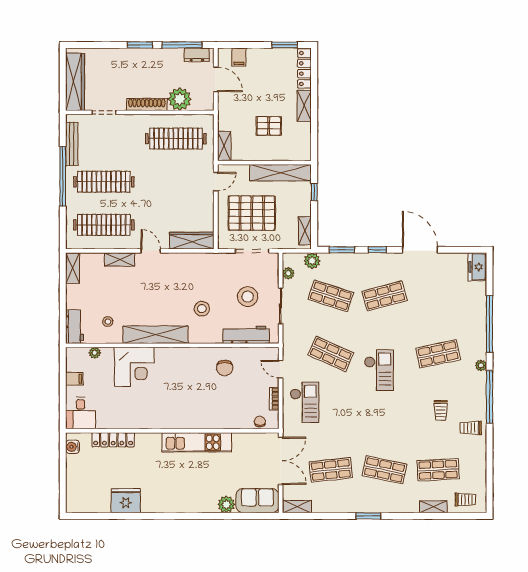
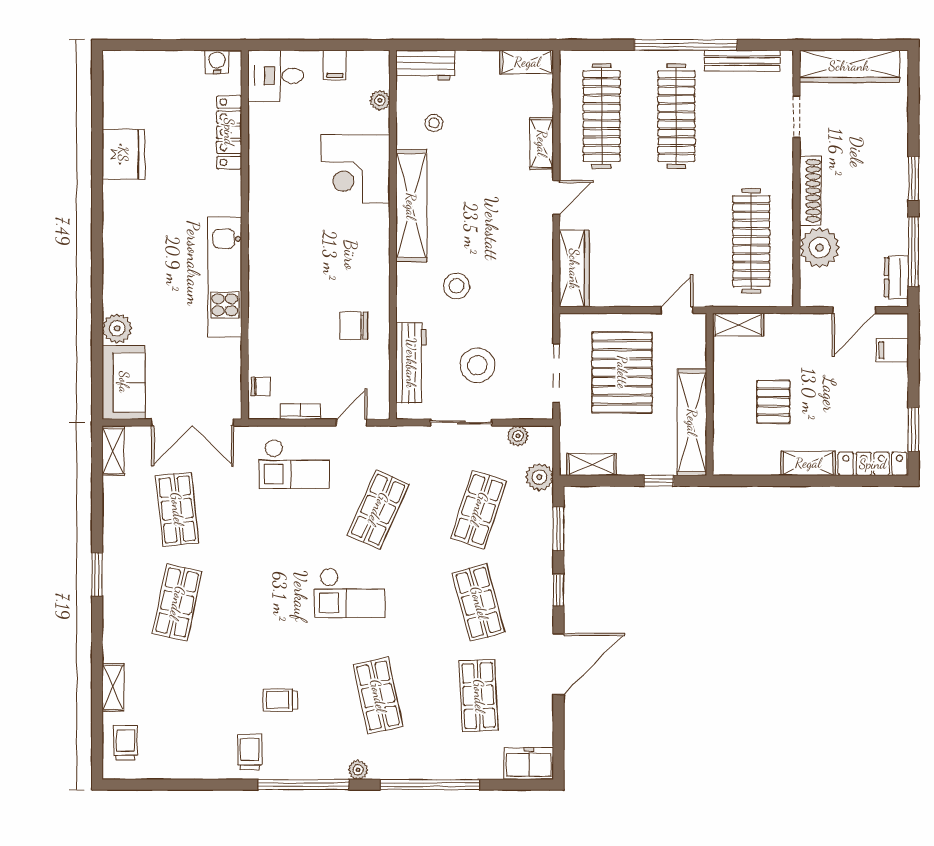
door: (216, 182) -> (677, 310), swing flipped
shop shelf: (438, 470) -> (479, 696), moved
trolley: (465, 500) -> (125, 743), turned 180

